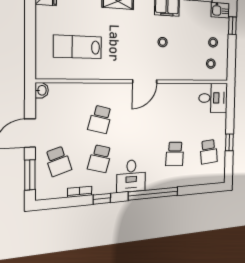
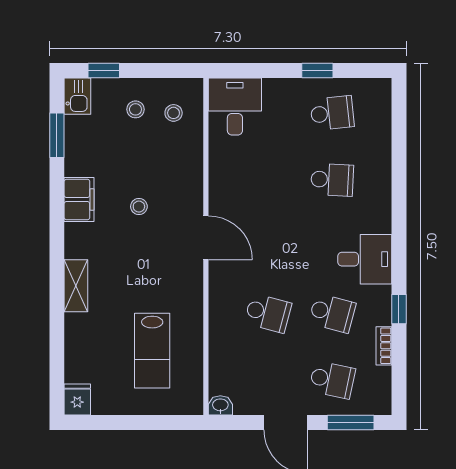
school desk: (58, 161) -> (332, 380), turned 30
window: (153, 194) -> (399, 219), removed

